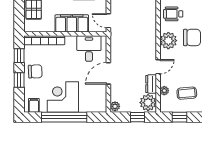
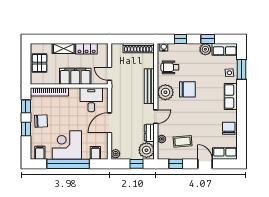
bench: (151, 34) -> (149, 86), added
filing cabinet: (93, 105) -> (95, 153), added

